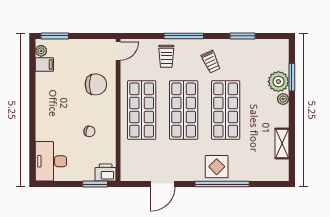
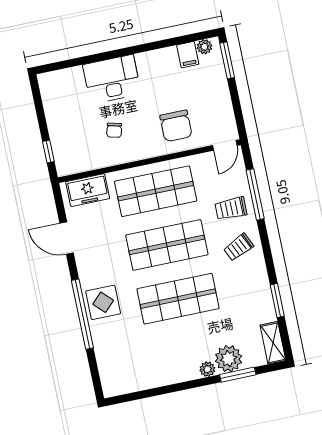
window: (184, 36) -> (255, 194), moved
door: (118, 51) -> (225, 145), hinge flipped
trolley: (211, 62) -> (239, 247), moved
shelving: (282, 143) -> (273, 343), moved, turned 90
desk: (51, 161) -> (112, 79), moved
freezer: (130, 161) -> (88, 190), added
printer: (106, 172) -> (66, 162), removed
window: (95, 184) -> (48, 151), width x0.67

